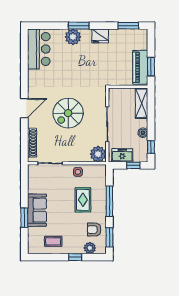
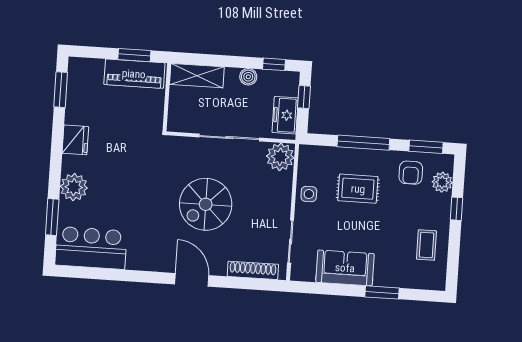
window: (79, 26) -> (52, 217), moved
spiral stairs: (68, 113) -> (206, 204), turned 90
sofa: (37, 210) -> (345, 268), moved

